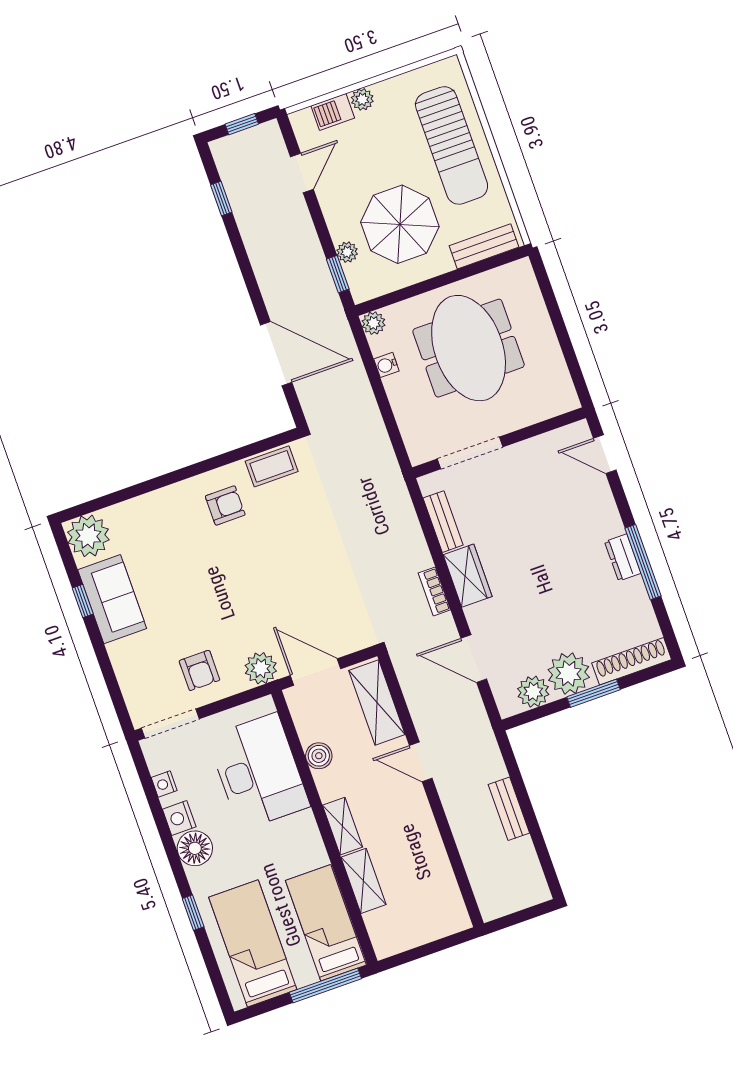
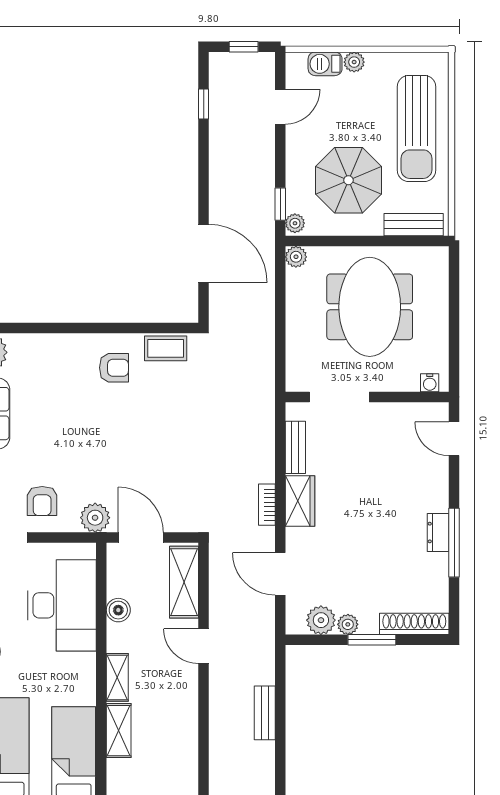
plant: (347, 252) -> (295, 223), moved
water cooler: (386, 365) -> (430, 383), moved, turned -90
plant: (569, 673) -> (348, 624), width x0.53, depth x0.53

